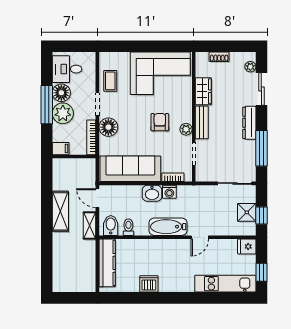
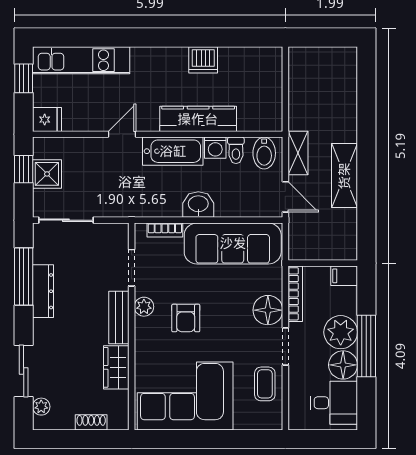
dresser: (249, 123) -> (43, 291), moved
washing machine: (169, 192) -> (215, 148), moved, turned 180
kitchen counter: (107, 263) -> (198, 119), moved, turned 90

